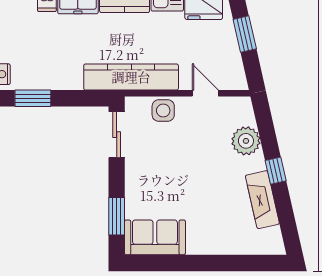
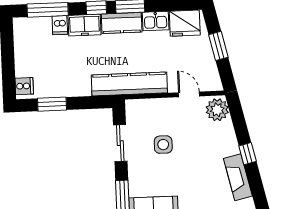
side table: (163, 111) -> (163, 145), moved
sliding door: (117, 135) -> (120, 143), moved
plant: (246, 141) -> (217, 110), moved

